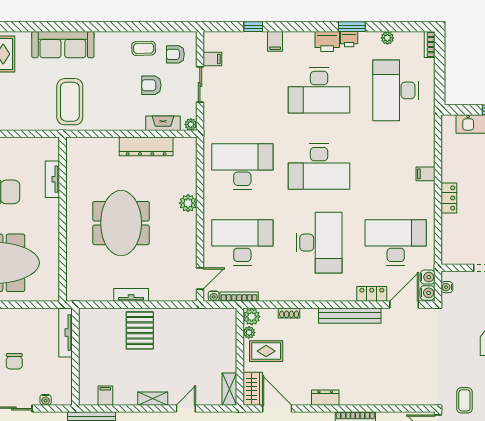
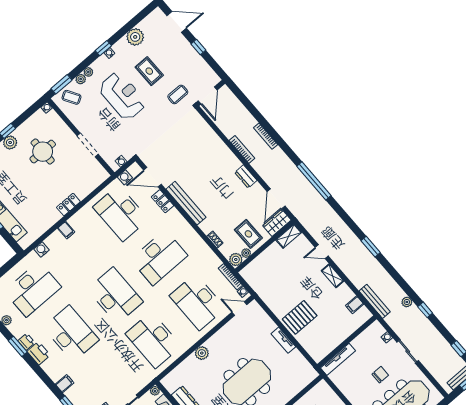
desk: (319, 243) -> (159, 258), turned 180
water cooler: (427, 293) -> (42, 249), moved

